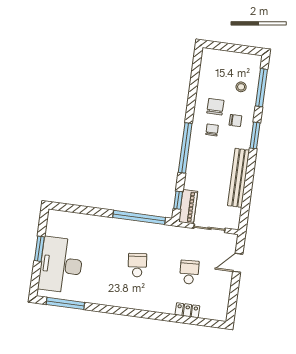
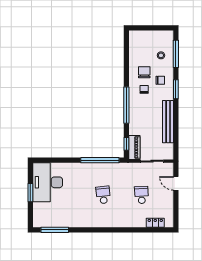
door: (238, 263) -> (176, 183), hinge flipped
desk: (61, 265) -> (48, 182), moved
locker: (187, 310) -> (155, 223), moved

